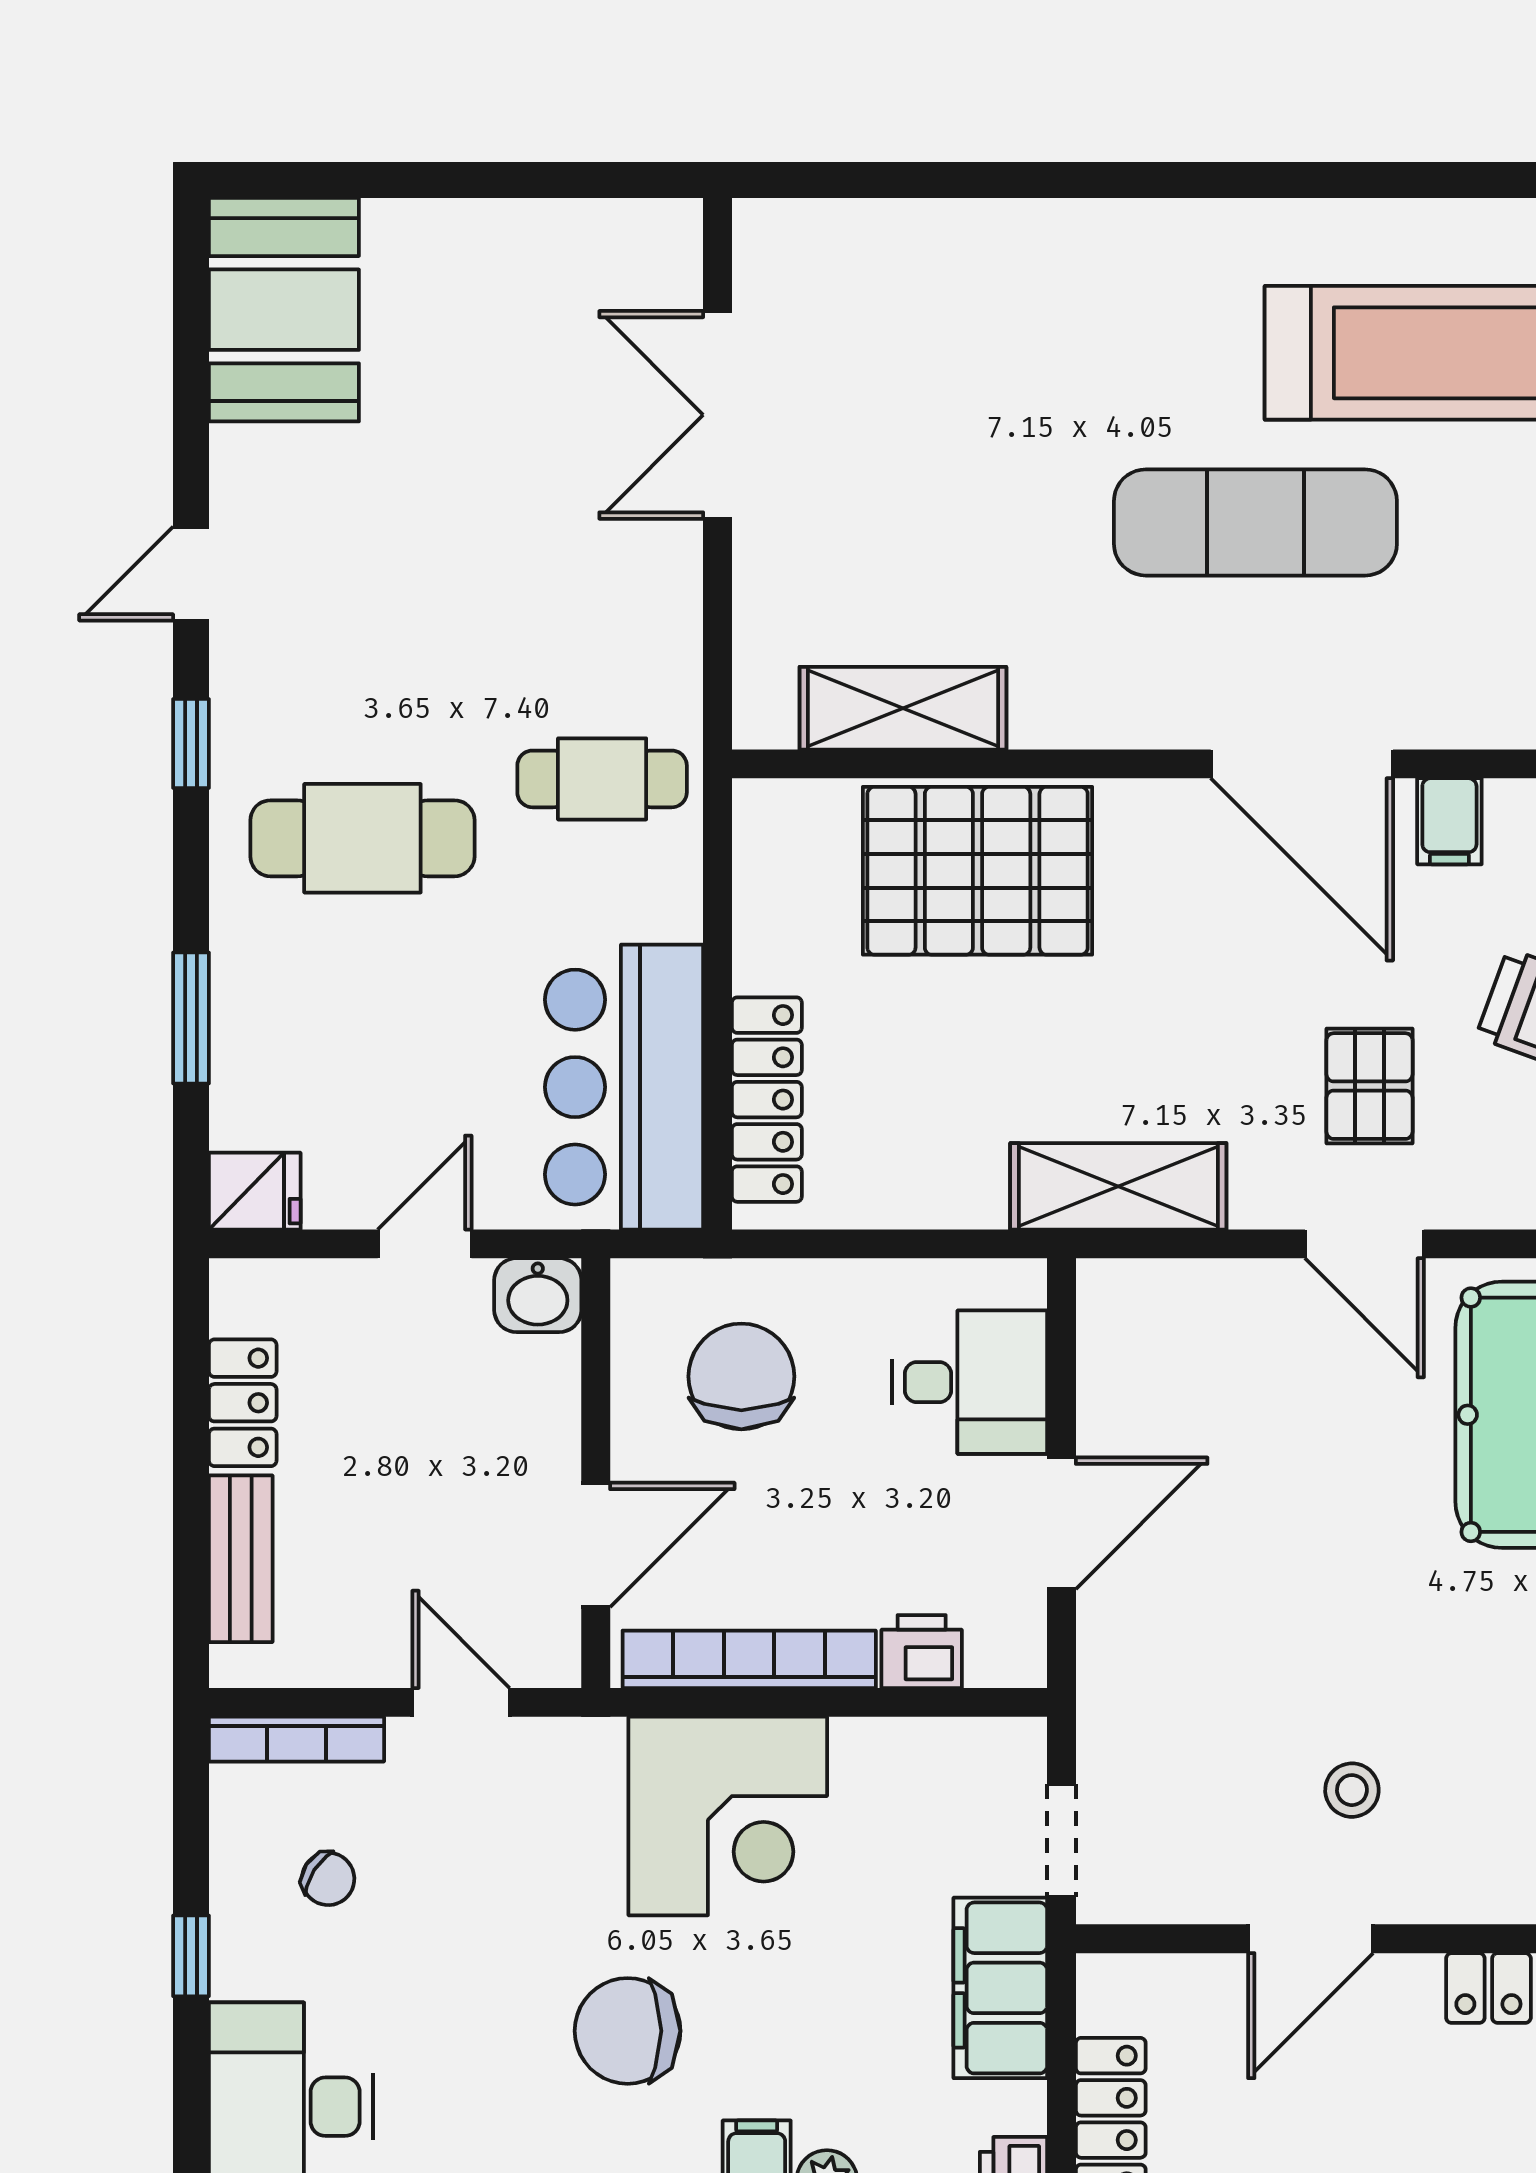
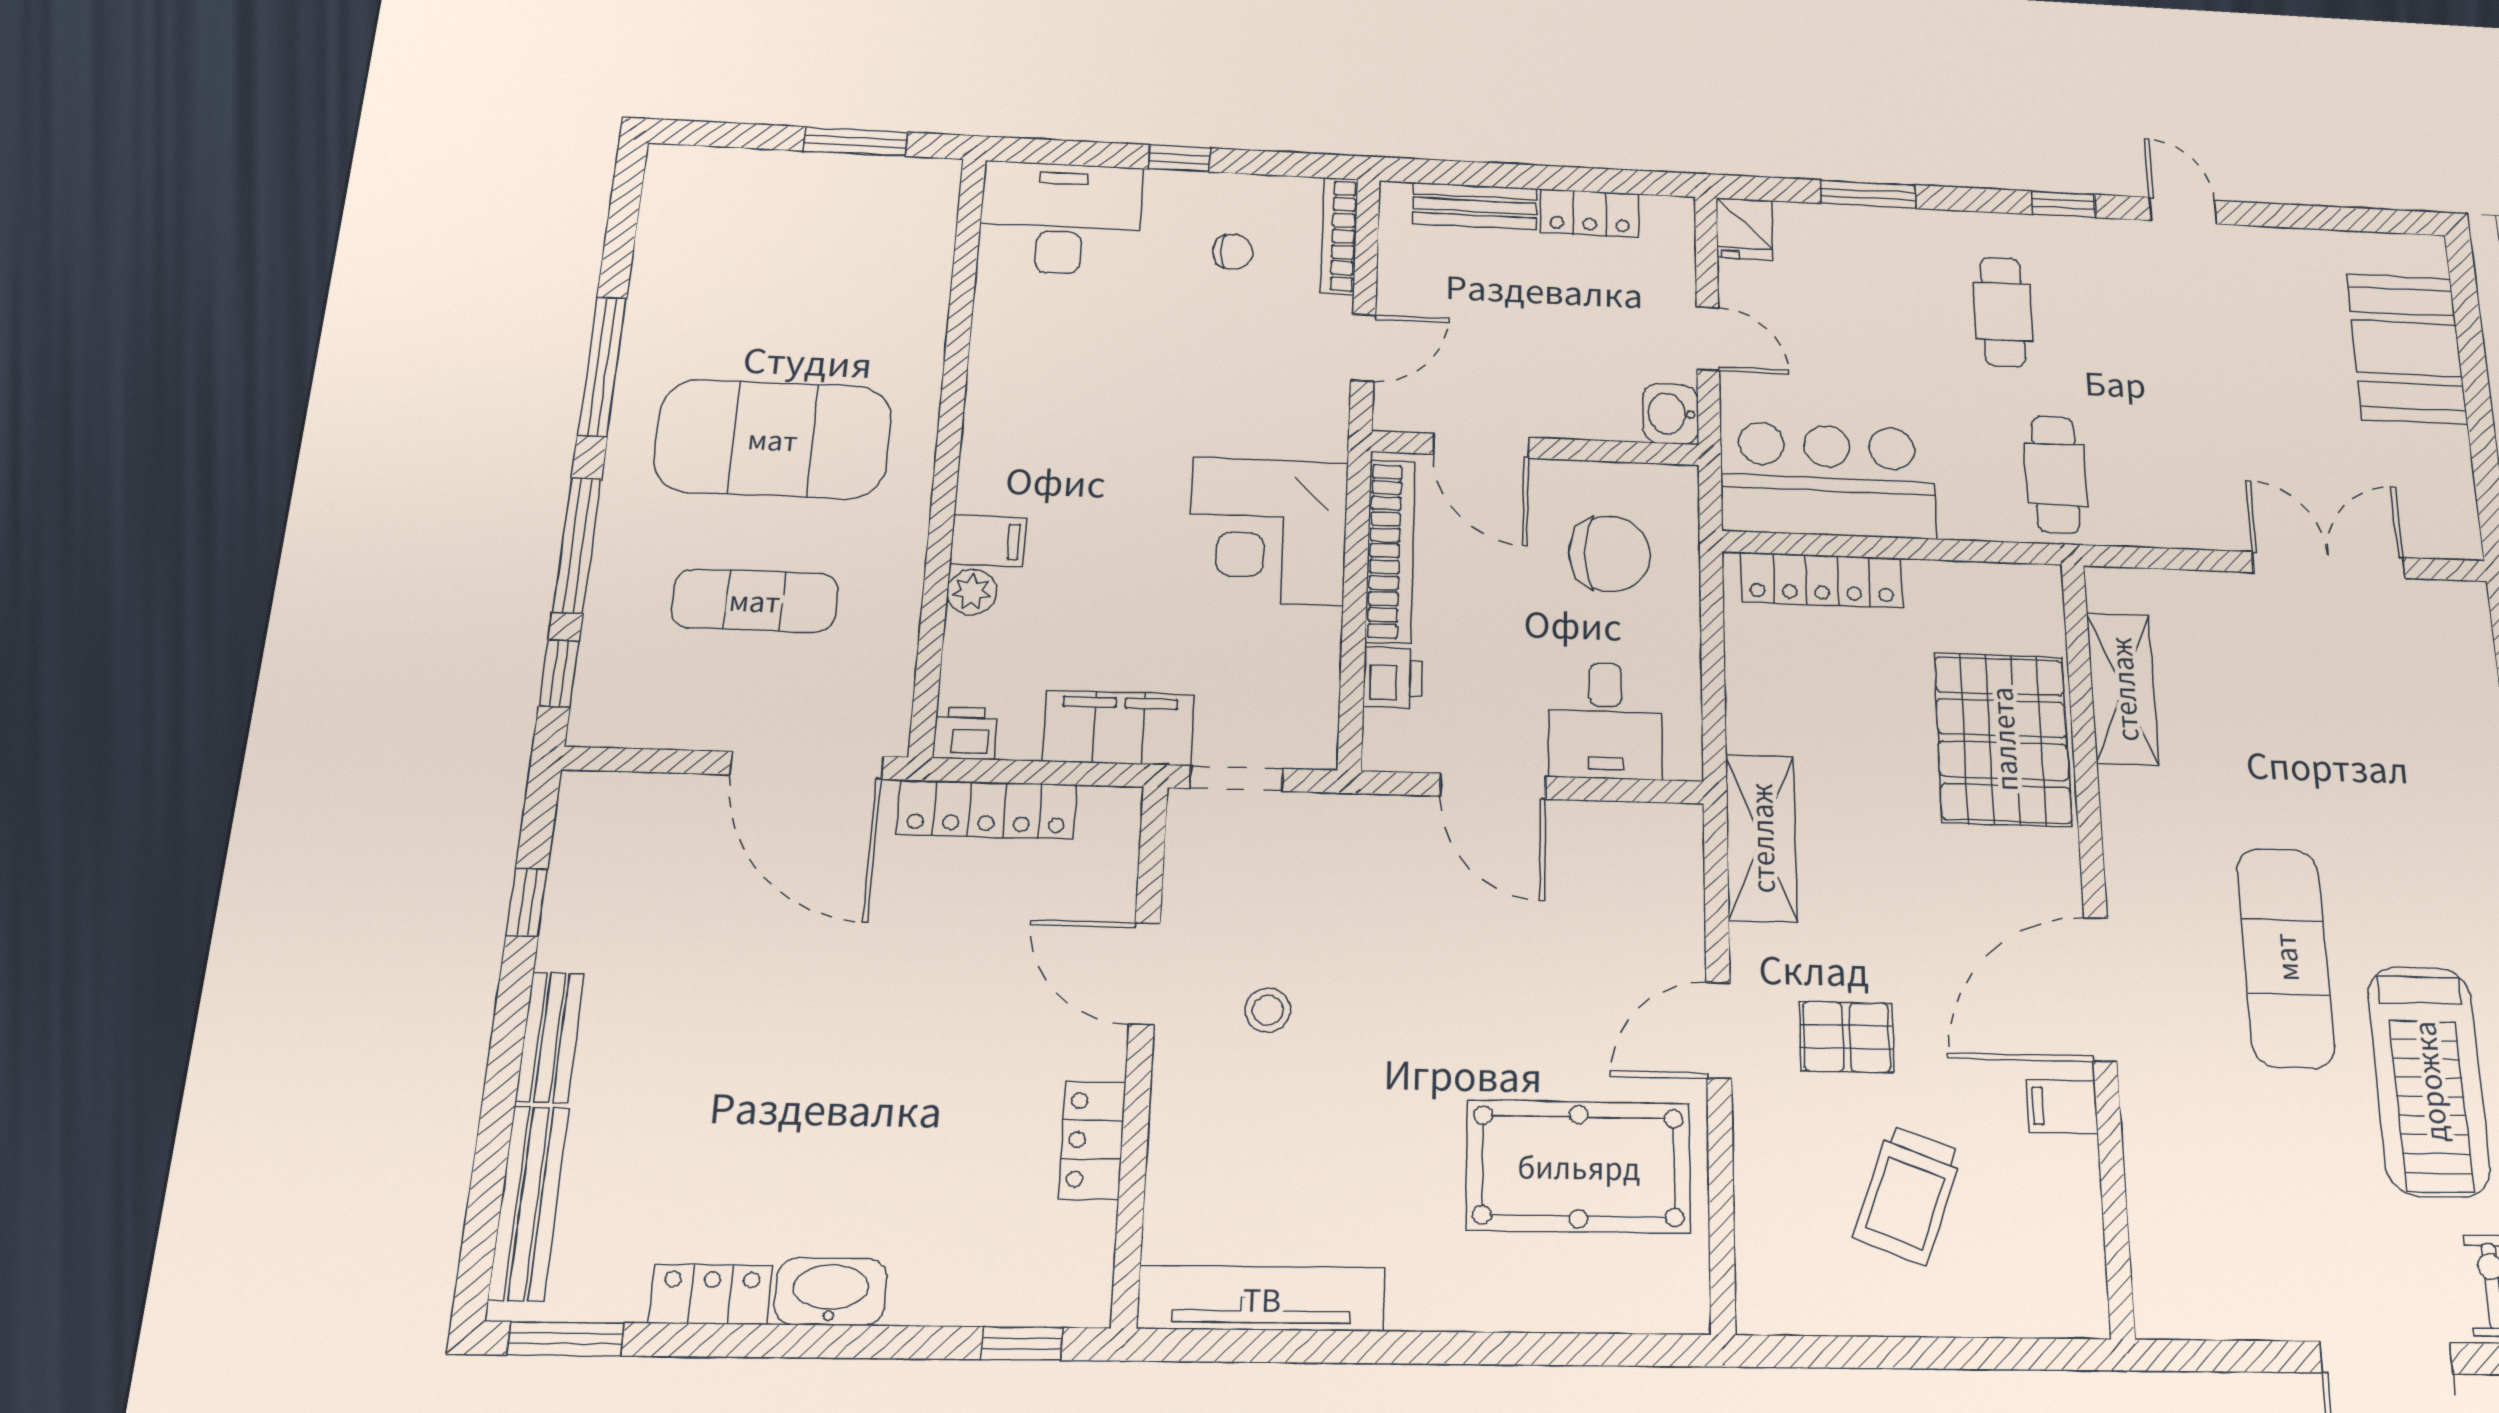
booth: (284, 310) -> (2407, 349), moved, turned 90
cafe table: (362, 838) -> (2003, 312), width x0.73, depth x0.74
chair: (328, 1879) -> (1233, 252), turned -123
chair: (628, 2031) -> (1103, 452), removed

